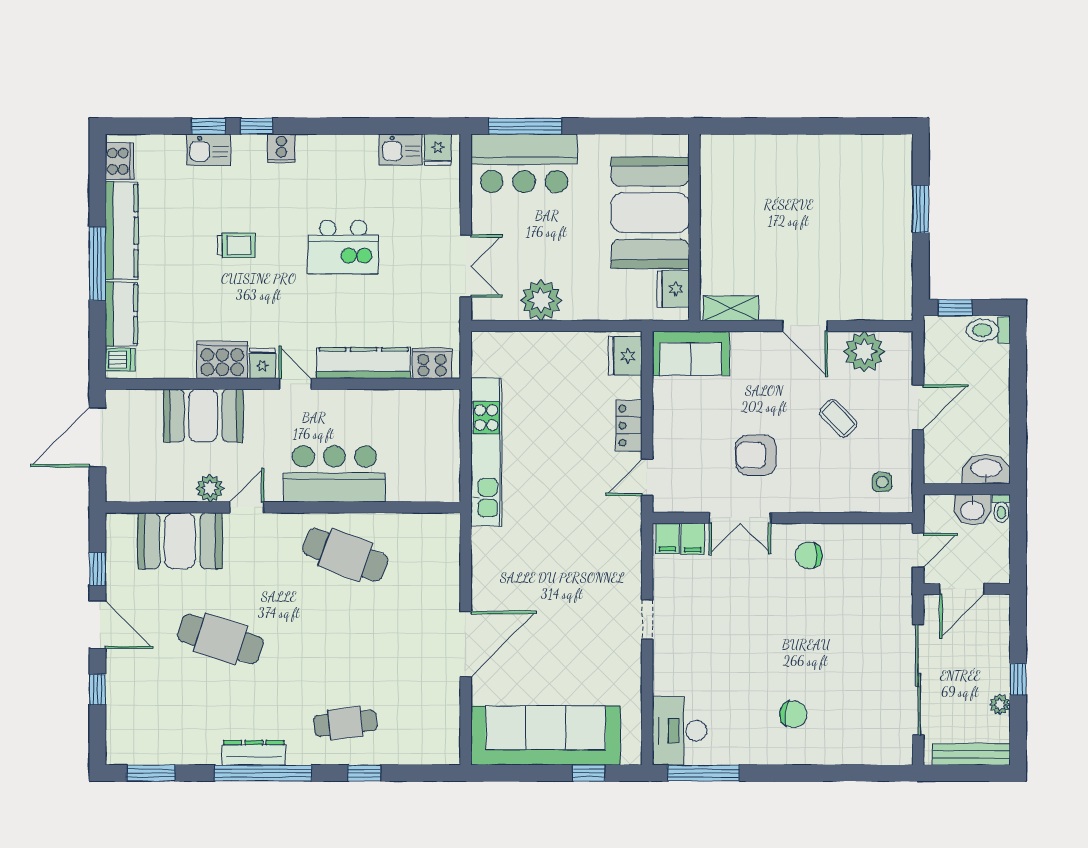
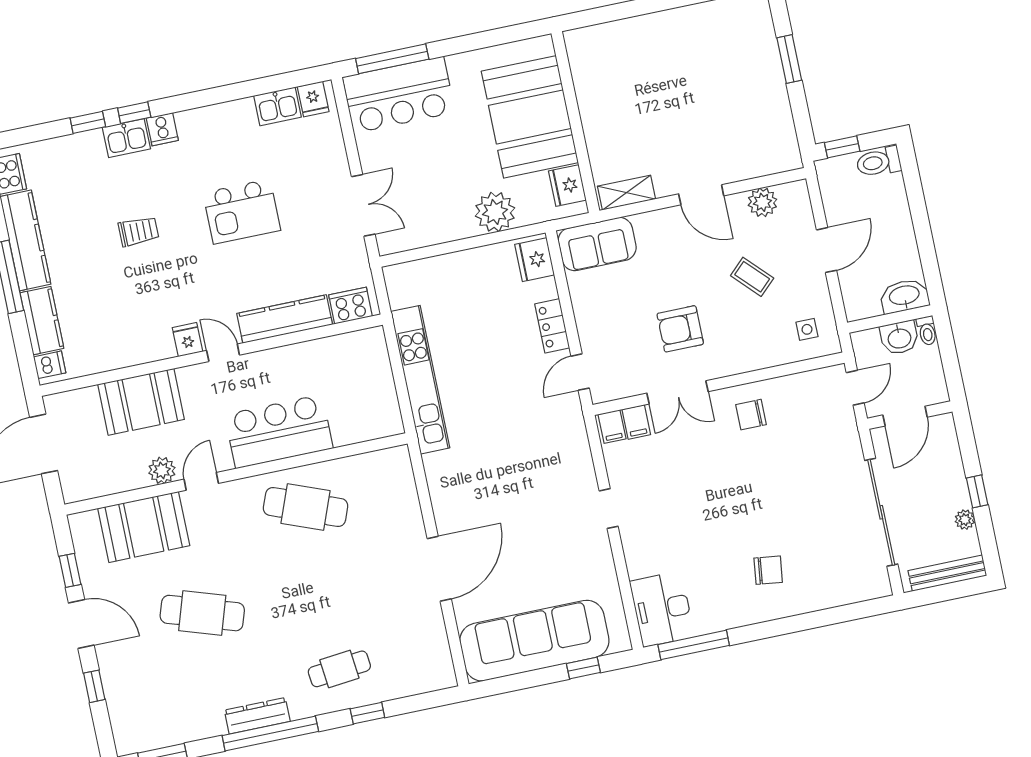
kitchen sink: (208, 150) -> (126, 138), moved
plant: (541, 300) -> (495, 212), moved
plant: (864, 352) -> (762, 202), width x0.73, depth x0.73
cooker: (222, 360) -> (148, 344), removed

